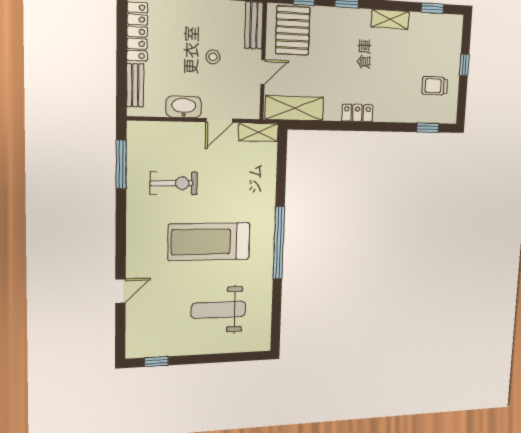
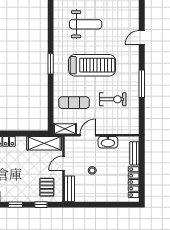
pallet: (293, 31) -> (47, 187), width x0.67, depth x0.71
window: (121, 165) -> (142, 84), moved
exercise mat: (242, 178) -> (74, 103), added
exercise bike: (174, 183) -> (113, 99), turned 180
window: (279, 243) -> (51, 64), width x0.47

